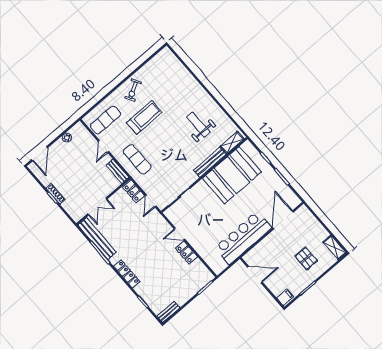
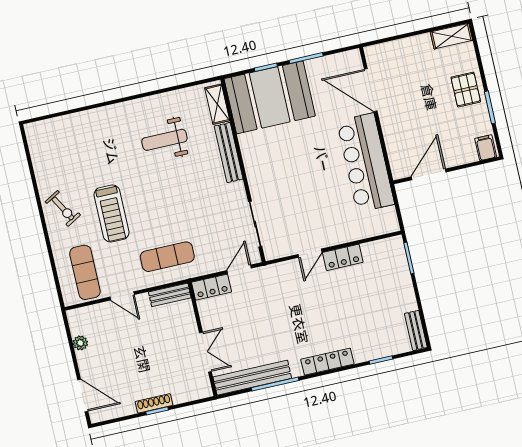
treadmill: (144, 117) -> (112, 213), turned 180
booth: (232, 175) -> (270, 97), moved, turned 90
door: (151, 201) -> (239, 269), swing flipped
pallet: (306, 258) -> (466, 90), moved, turned 90

